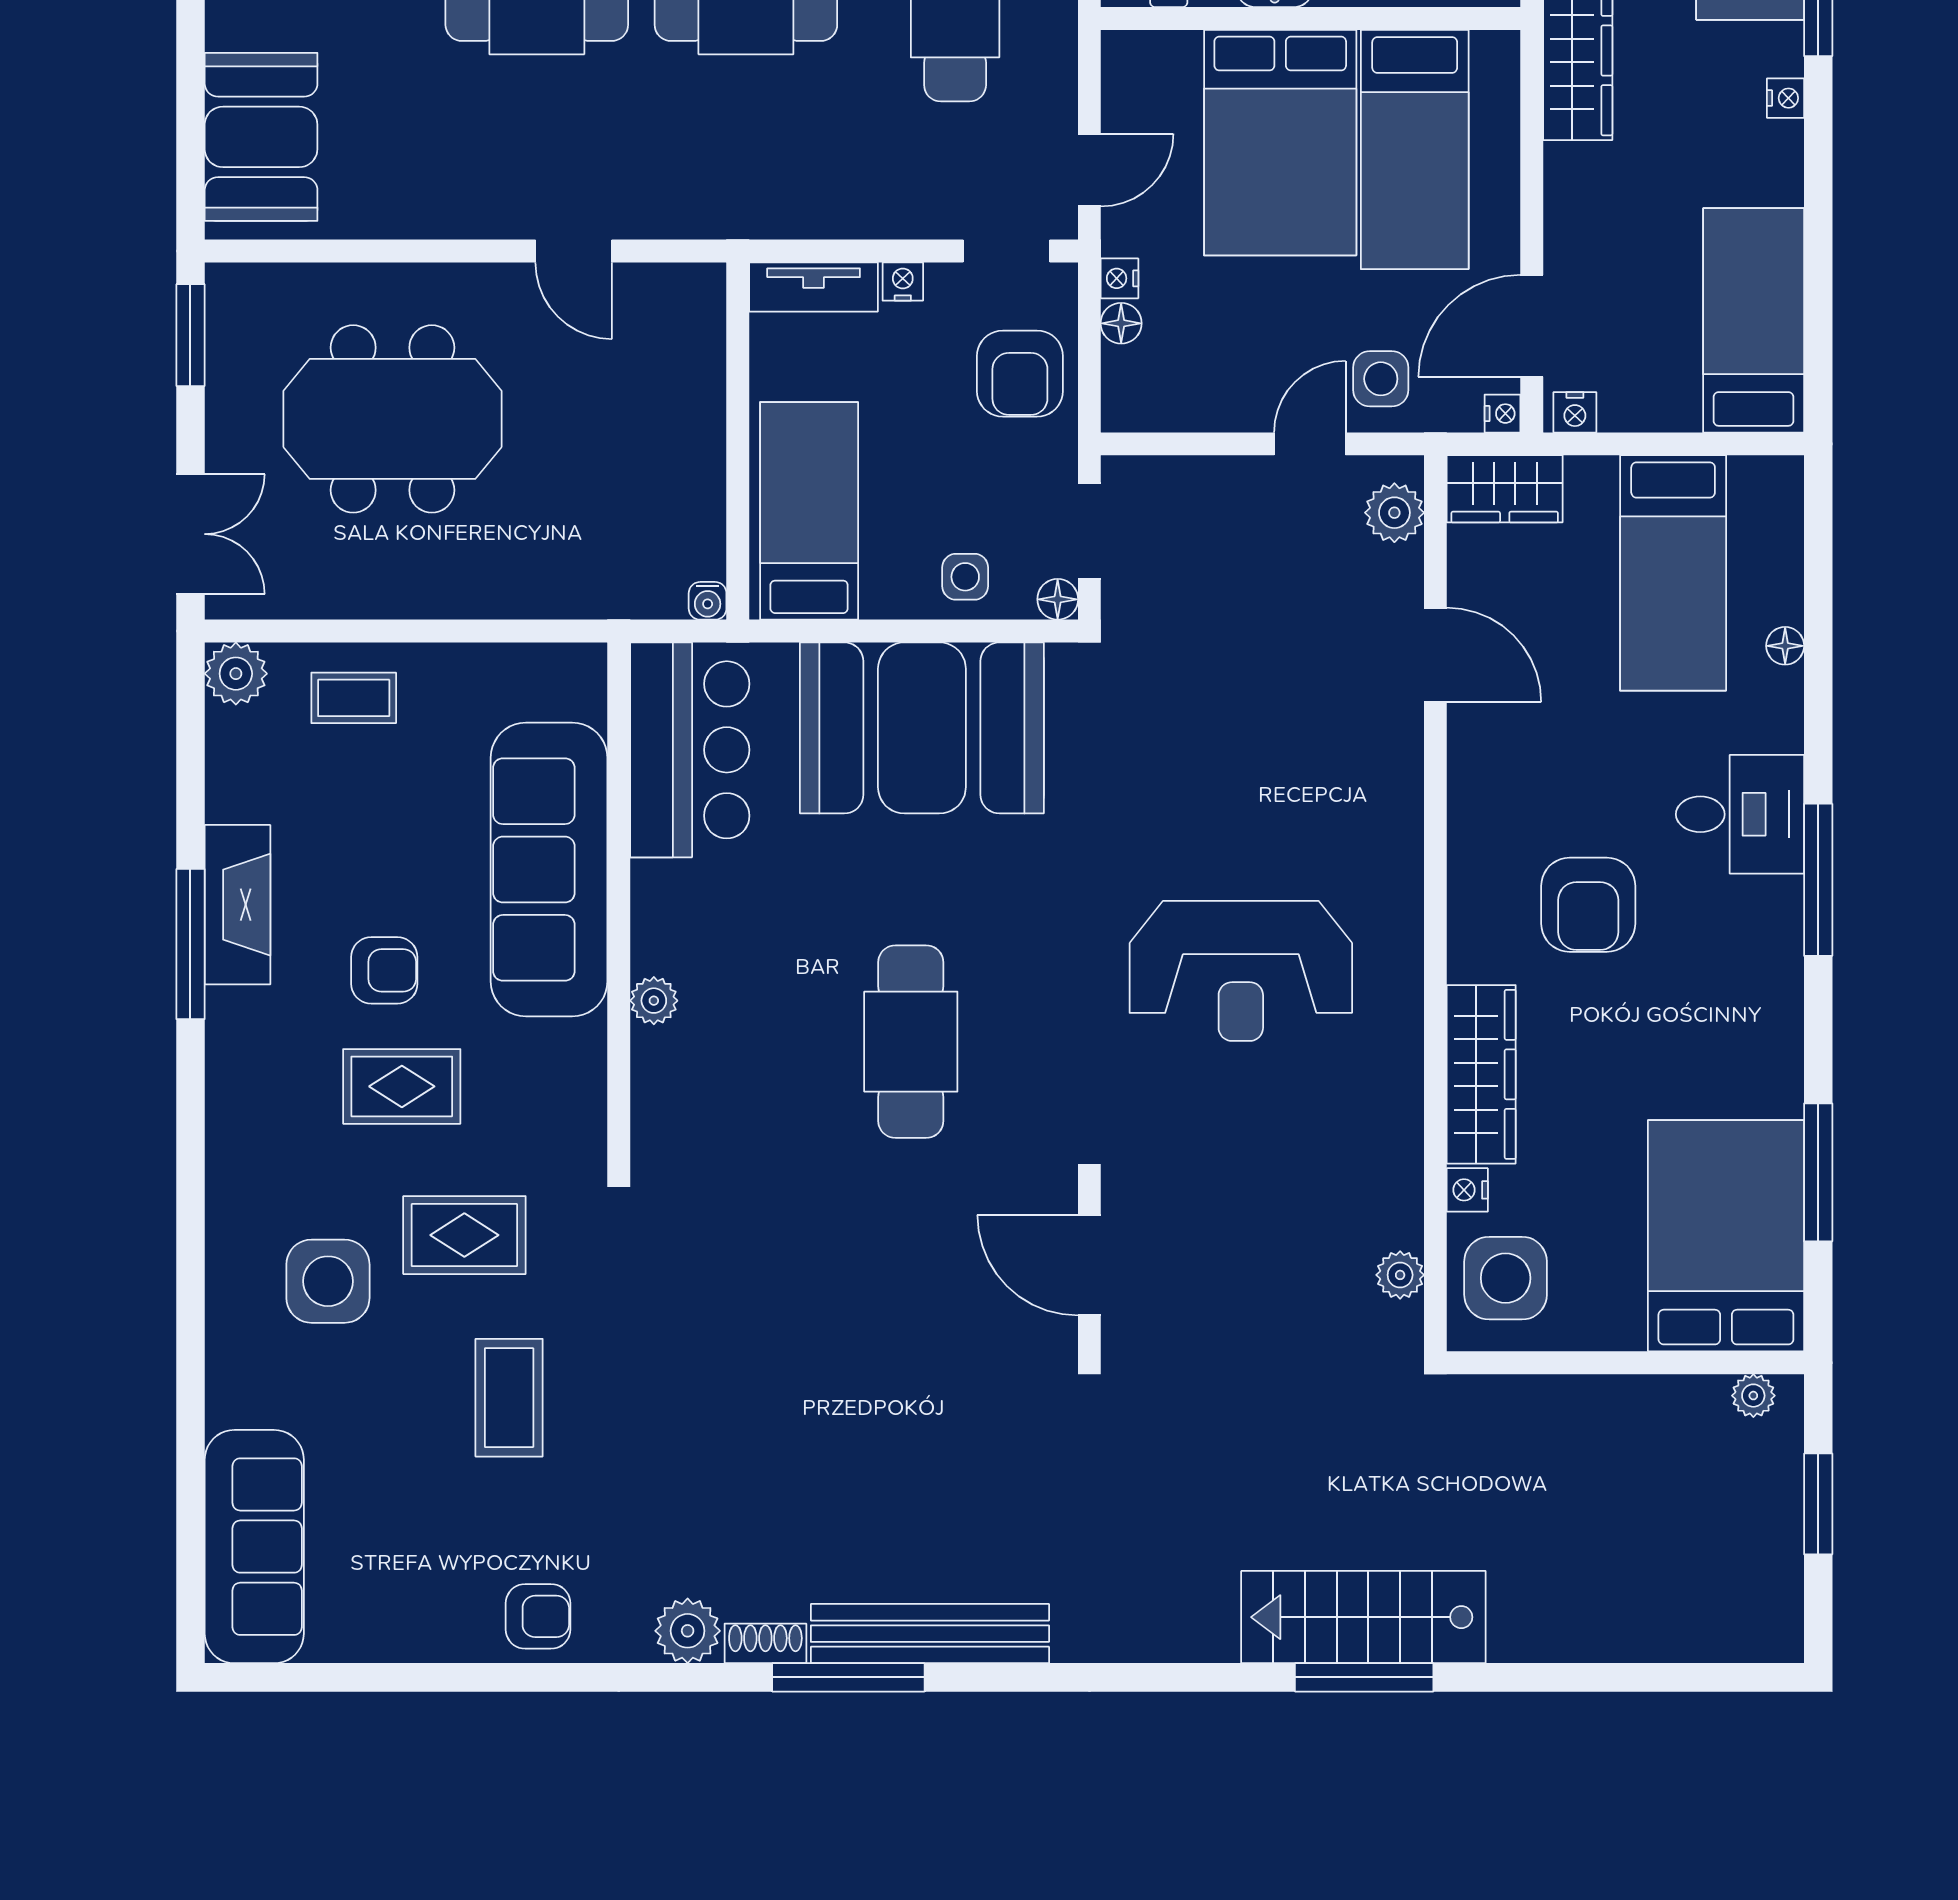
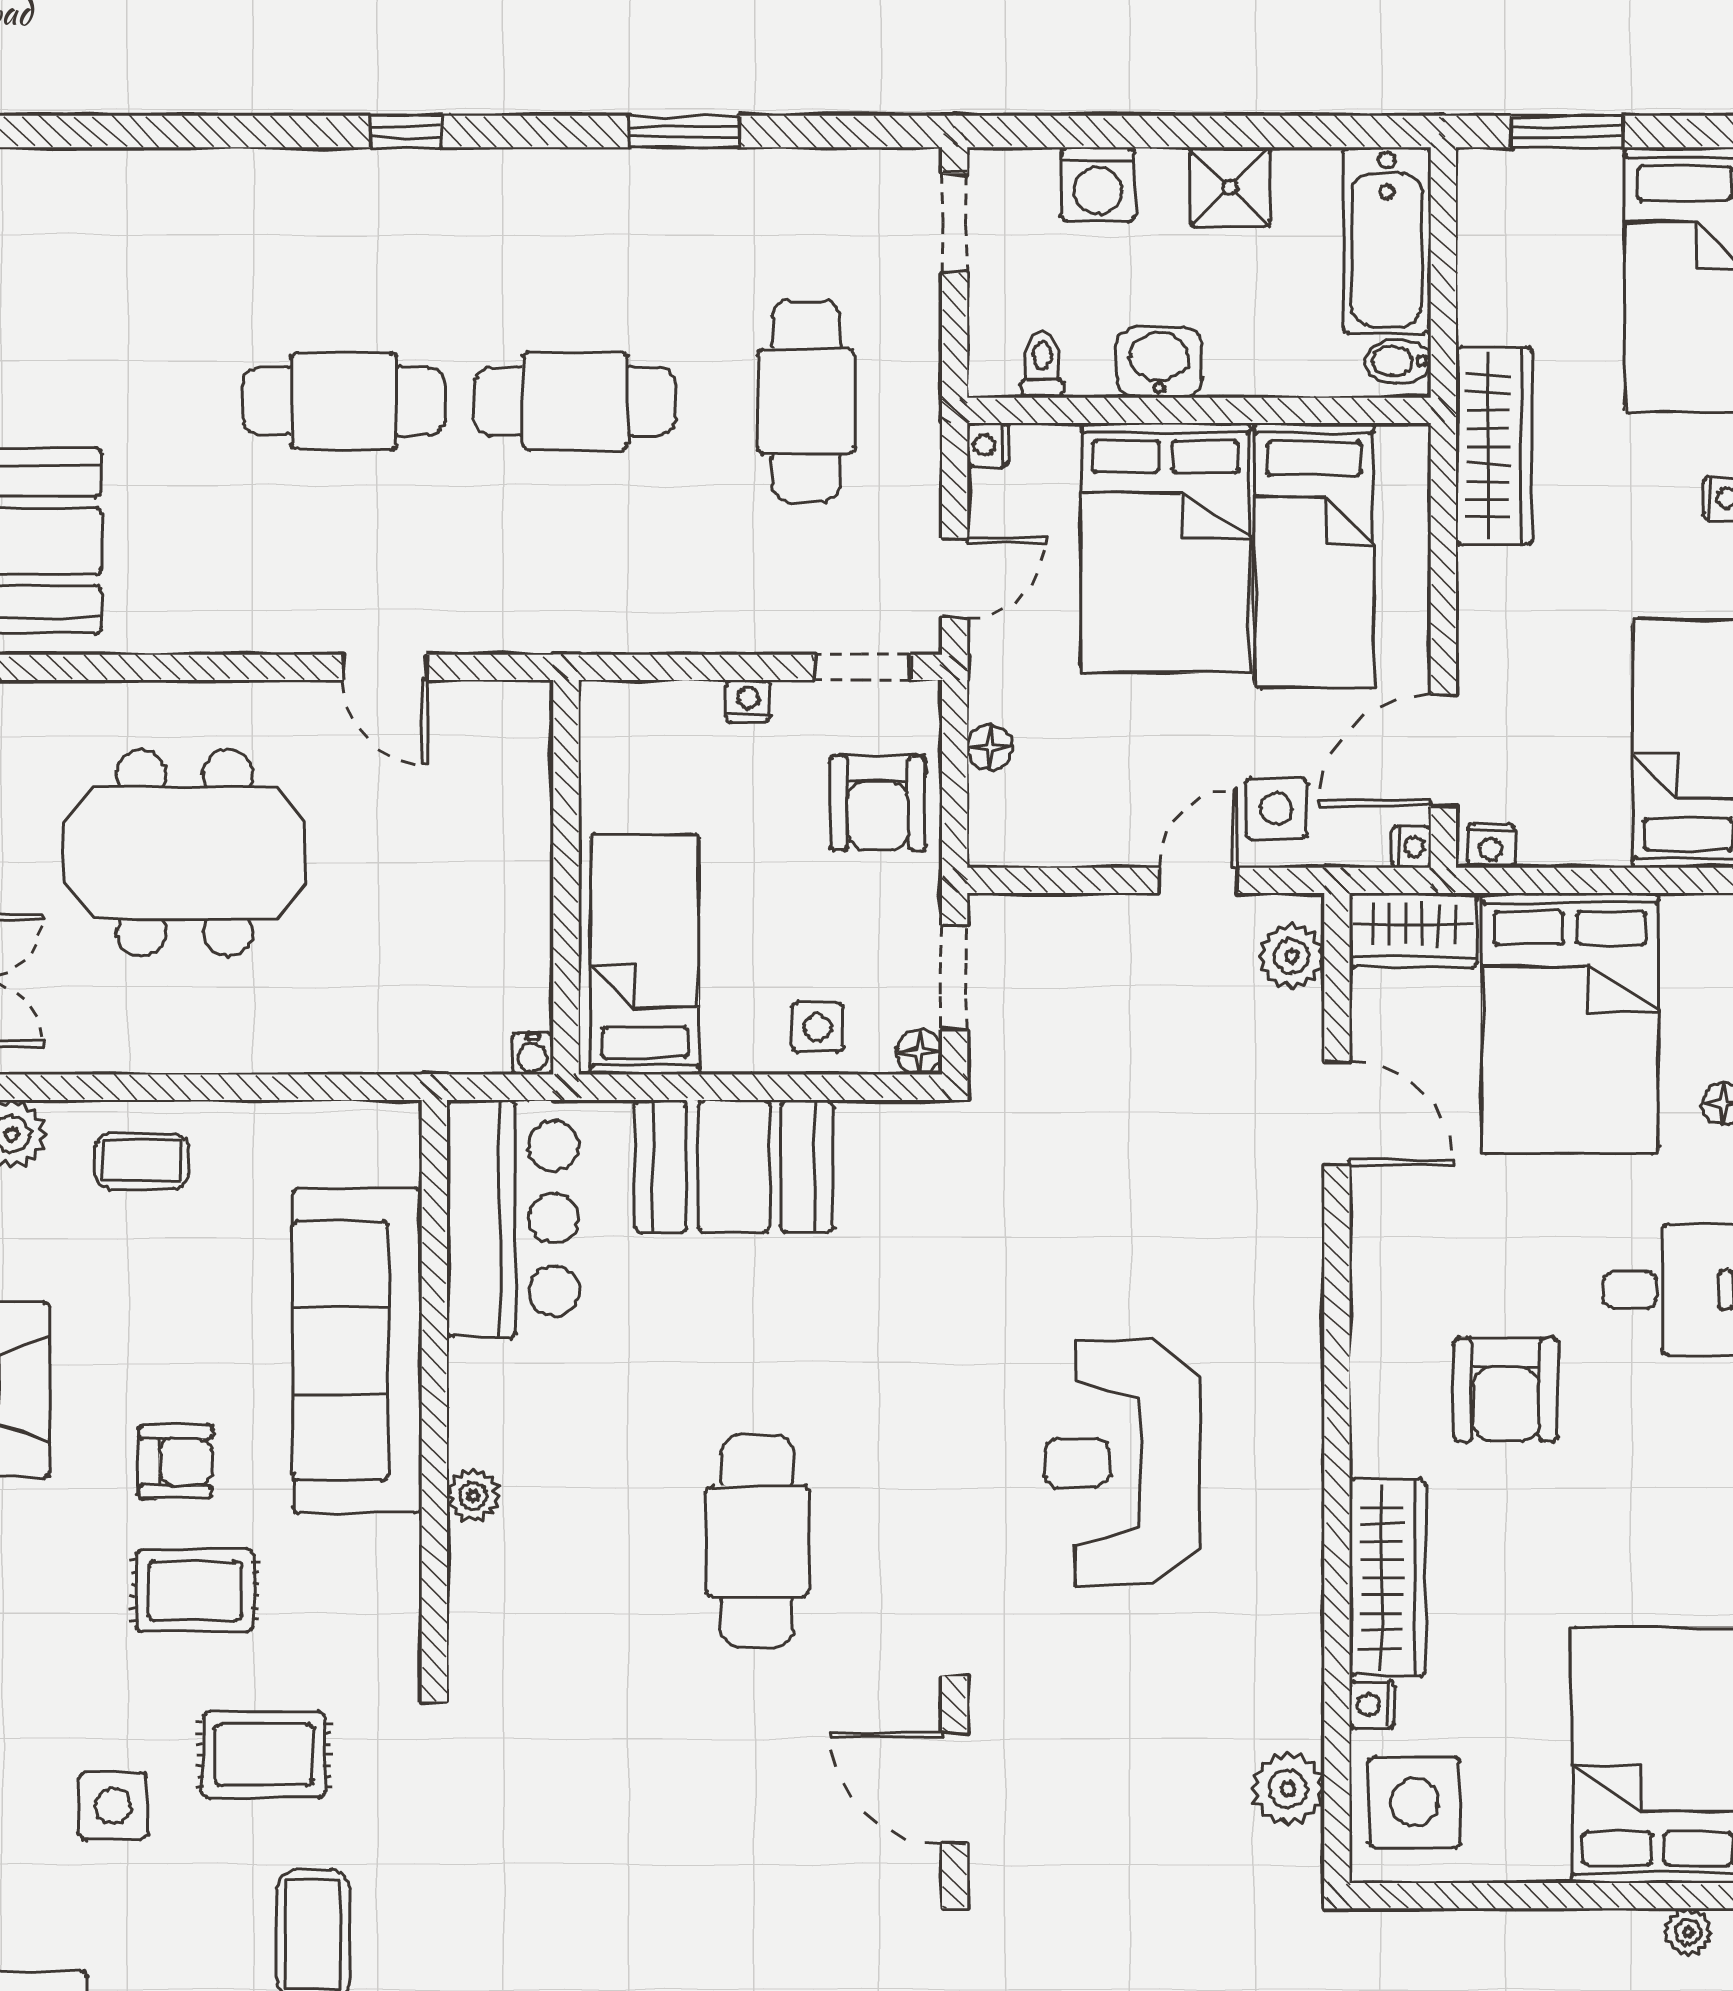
nightstand: (1120, 278) -> (988, 445), moved
tv unit: (814, 287) -> (650, 707), removed
bed: (1673, 573) -> (1570, 1023), width x1.50
booth: (922, 728) -> (734, 1166), width x0.73, depth x0.70
reception desk: (1241, 971) -> (1122, 1463), turned 90
plant: (1400, 1275) -> (1288, 1789), width x1.38, depth x1.38
side table: (328, 1281) -> (113, 1806), width x0.73, depth x0.73

